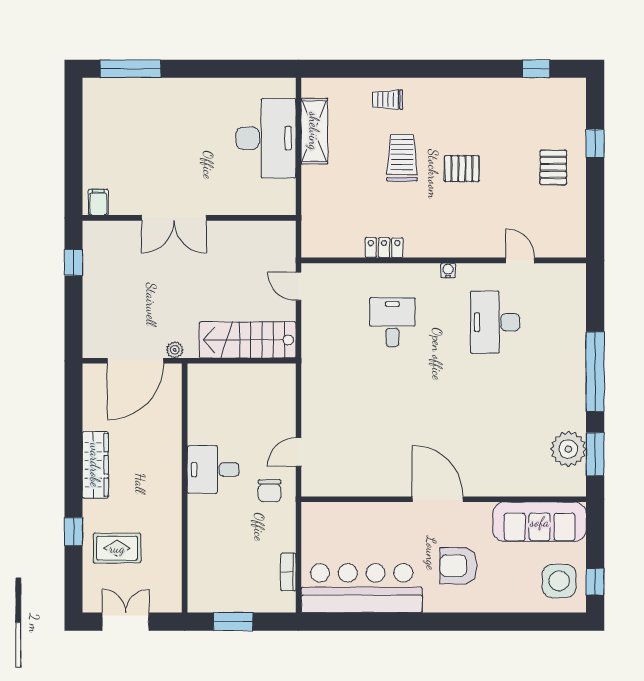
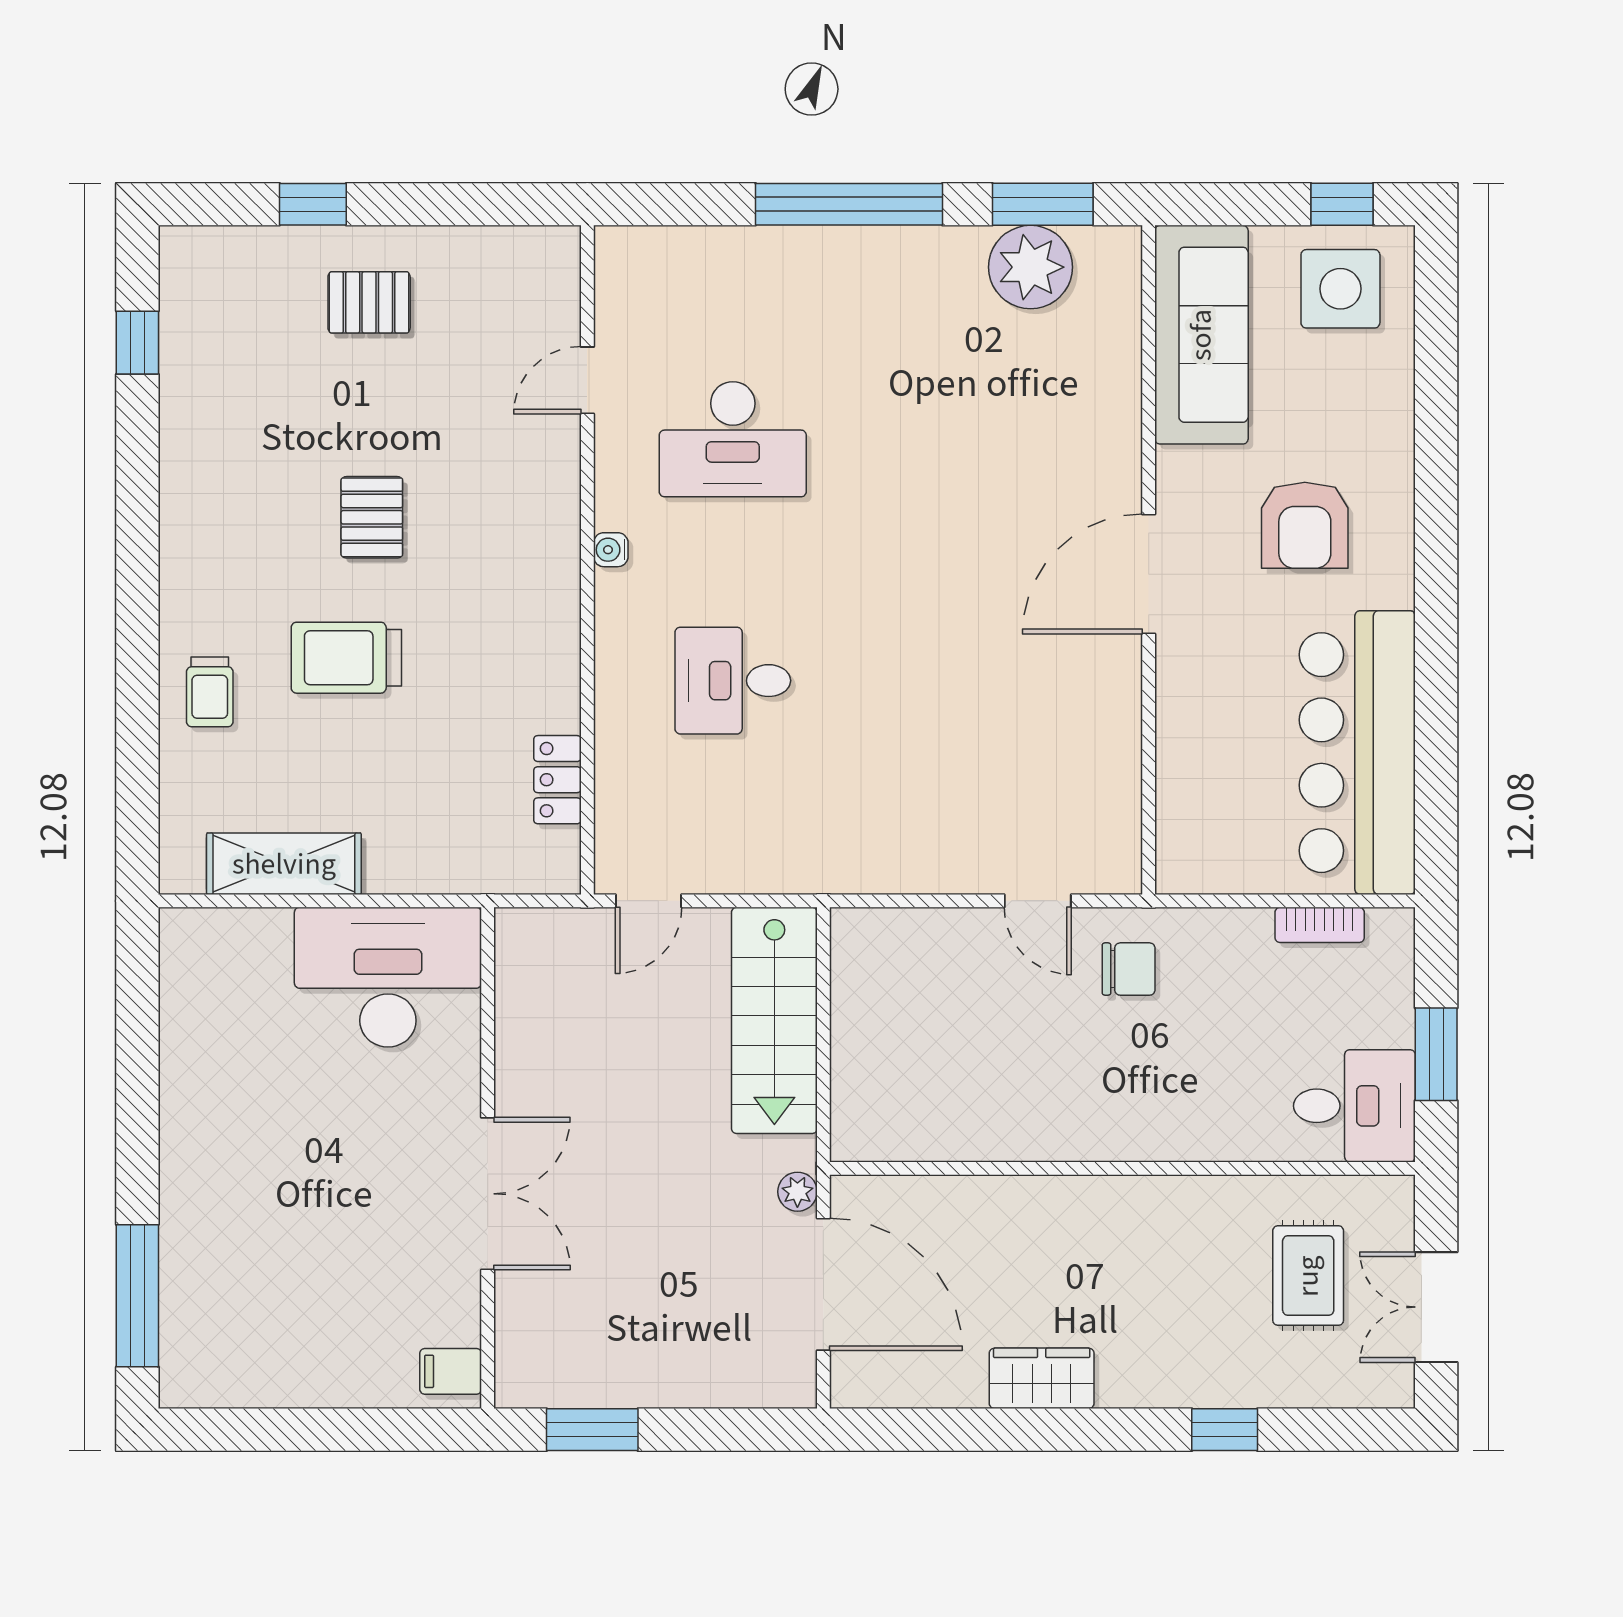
desk: (266, 138) -> (388, 977), moved
locker: (384, 248) -> (557, 780), moved
window: (73, 262) -> (592, 1430), width x1.50
wardrobe: (95, 465) -> (1042, 1378), width x0.67
desk: (213, 470) -> (1354, 1106), moved, turned -90
rug: (117, 548) -> (1308, 1276), moved

